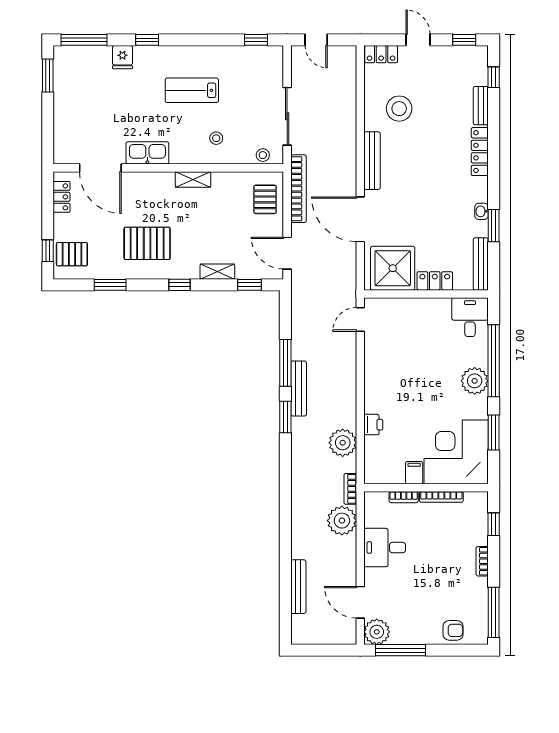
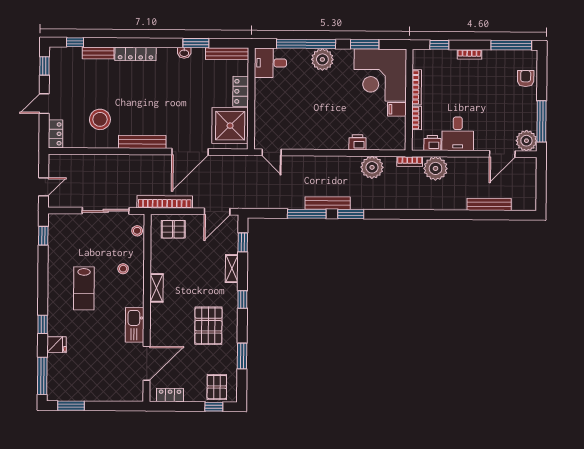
printer: (373, 517) -> (432, 143), added

